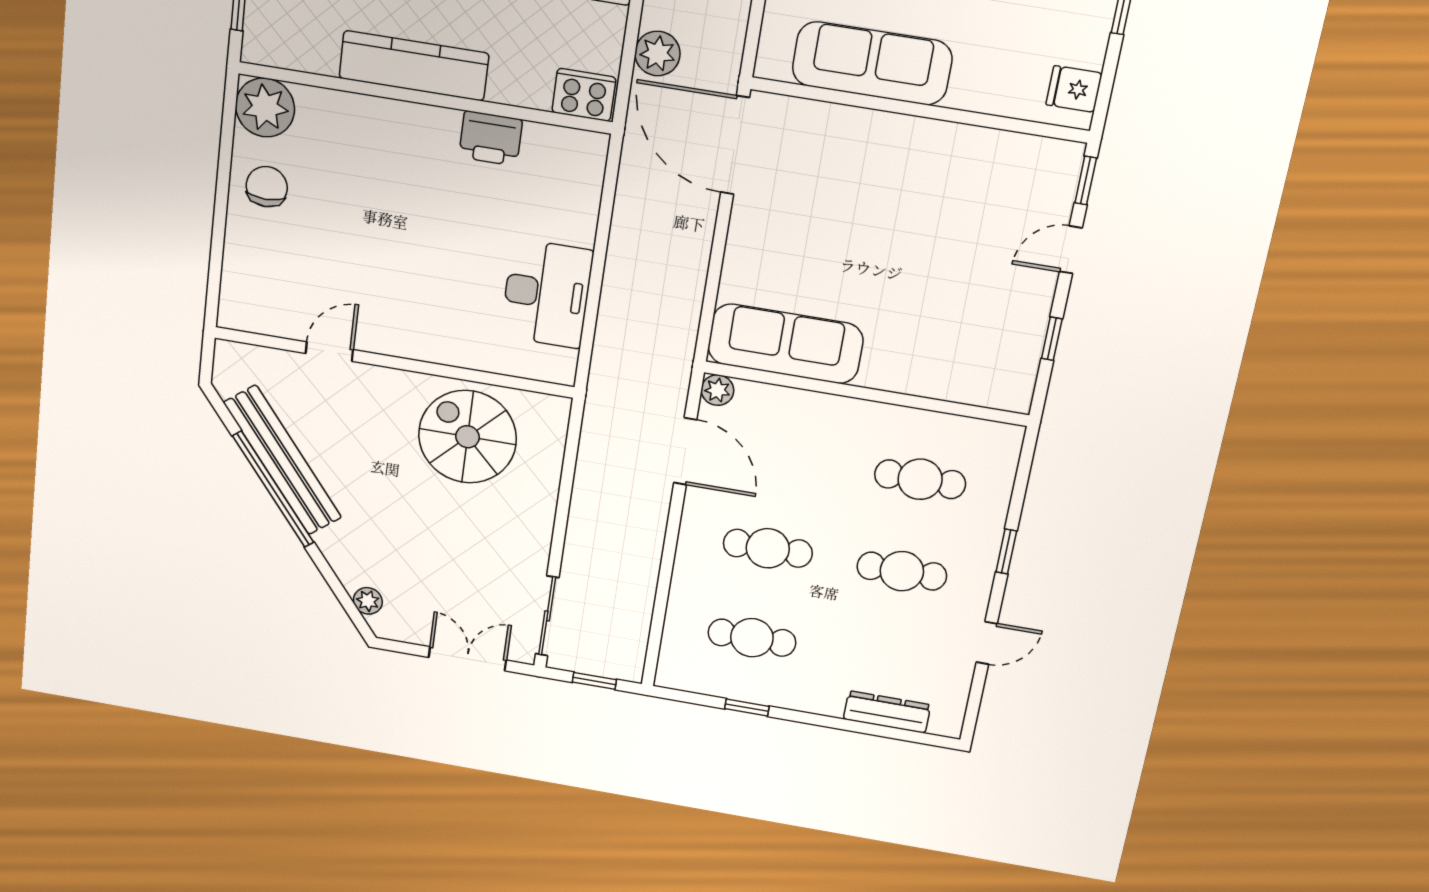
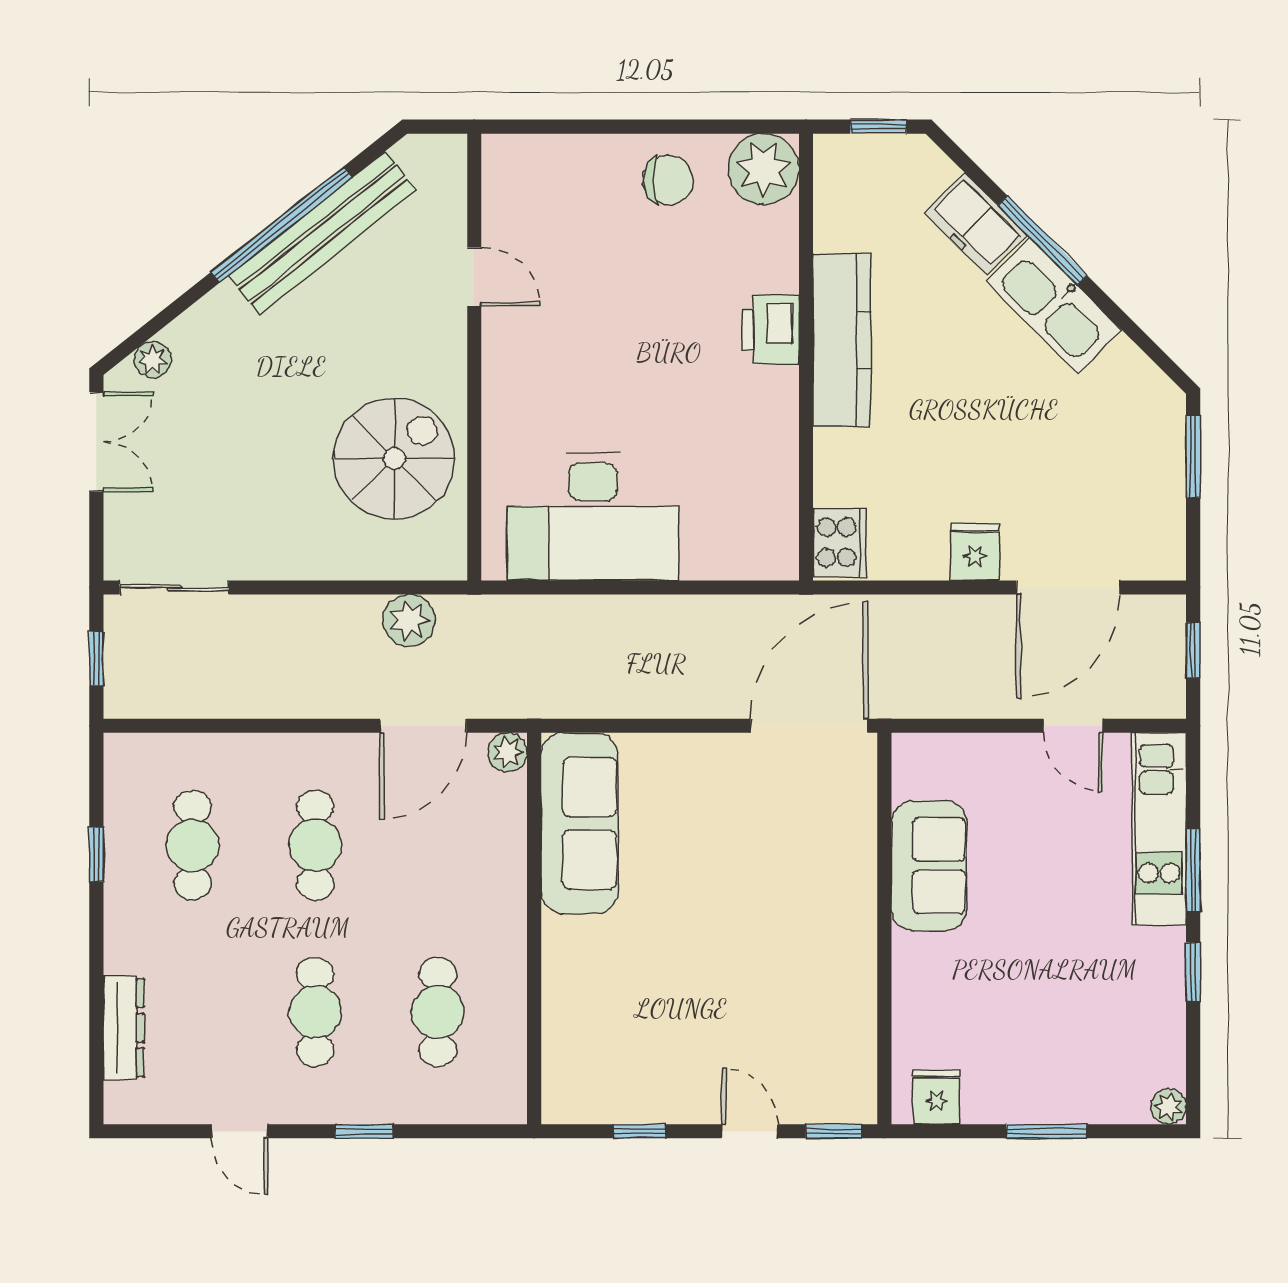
plant: (657, 53) -> (409, 620), moved
sofa: (872, 63) -> (929, 866), width x0.73
printer: (491, 138) -> (770, 329), moved
desk: (547, 294) -> (593, 516), width x1.36, depth x1.30
double door: (467, 659) -> (96, 442), moved

